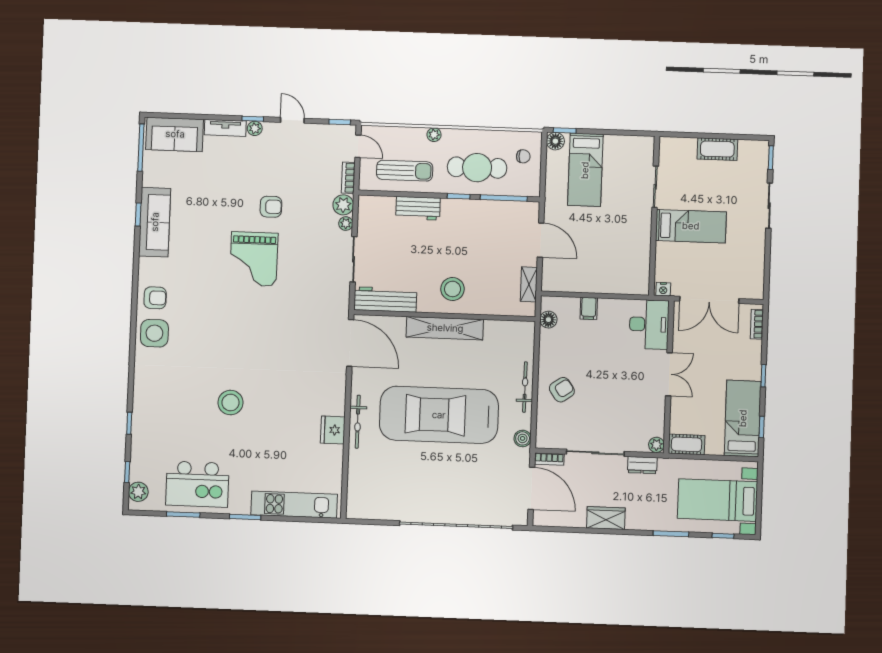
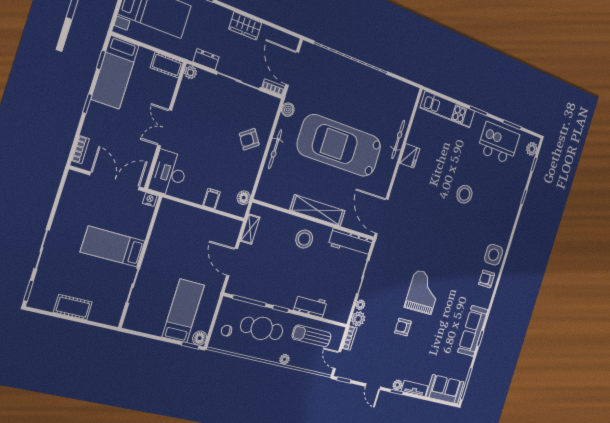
car: (439, 415) -> (339, 146), turned 180
bicycle: (358, 422) -> (398, 140), moved

